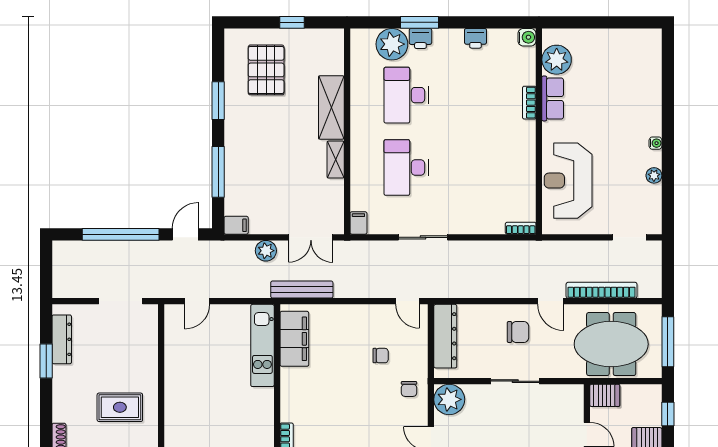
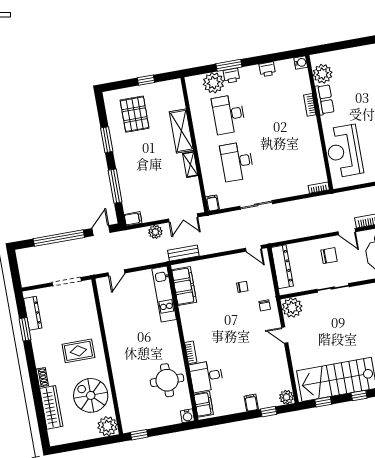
bench: (302, 290) -> (183, 253), width x0.73

